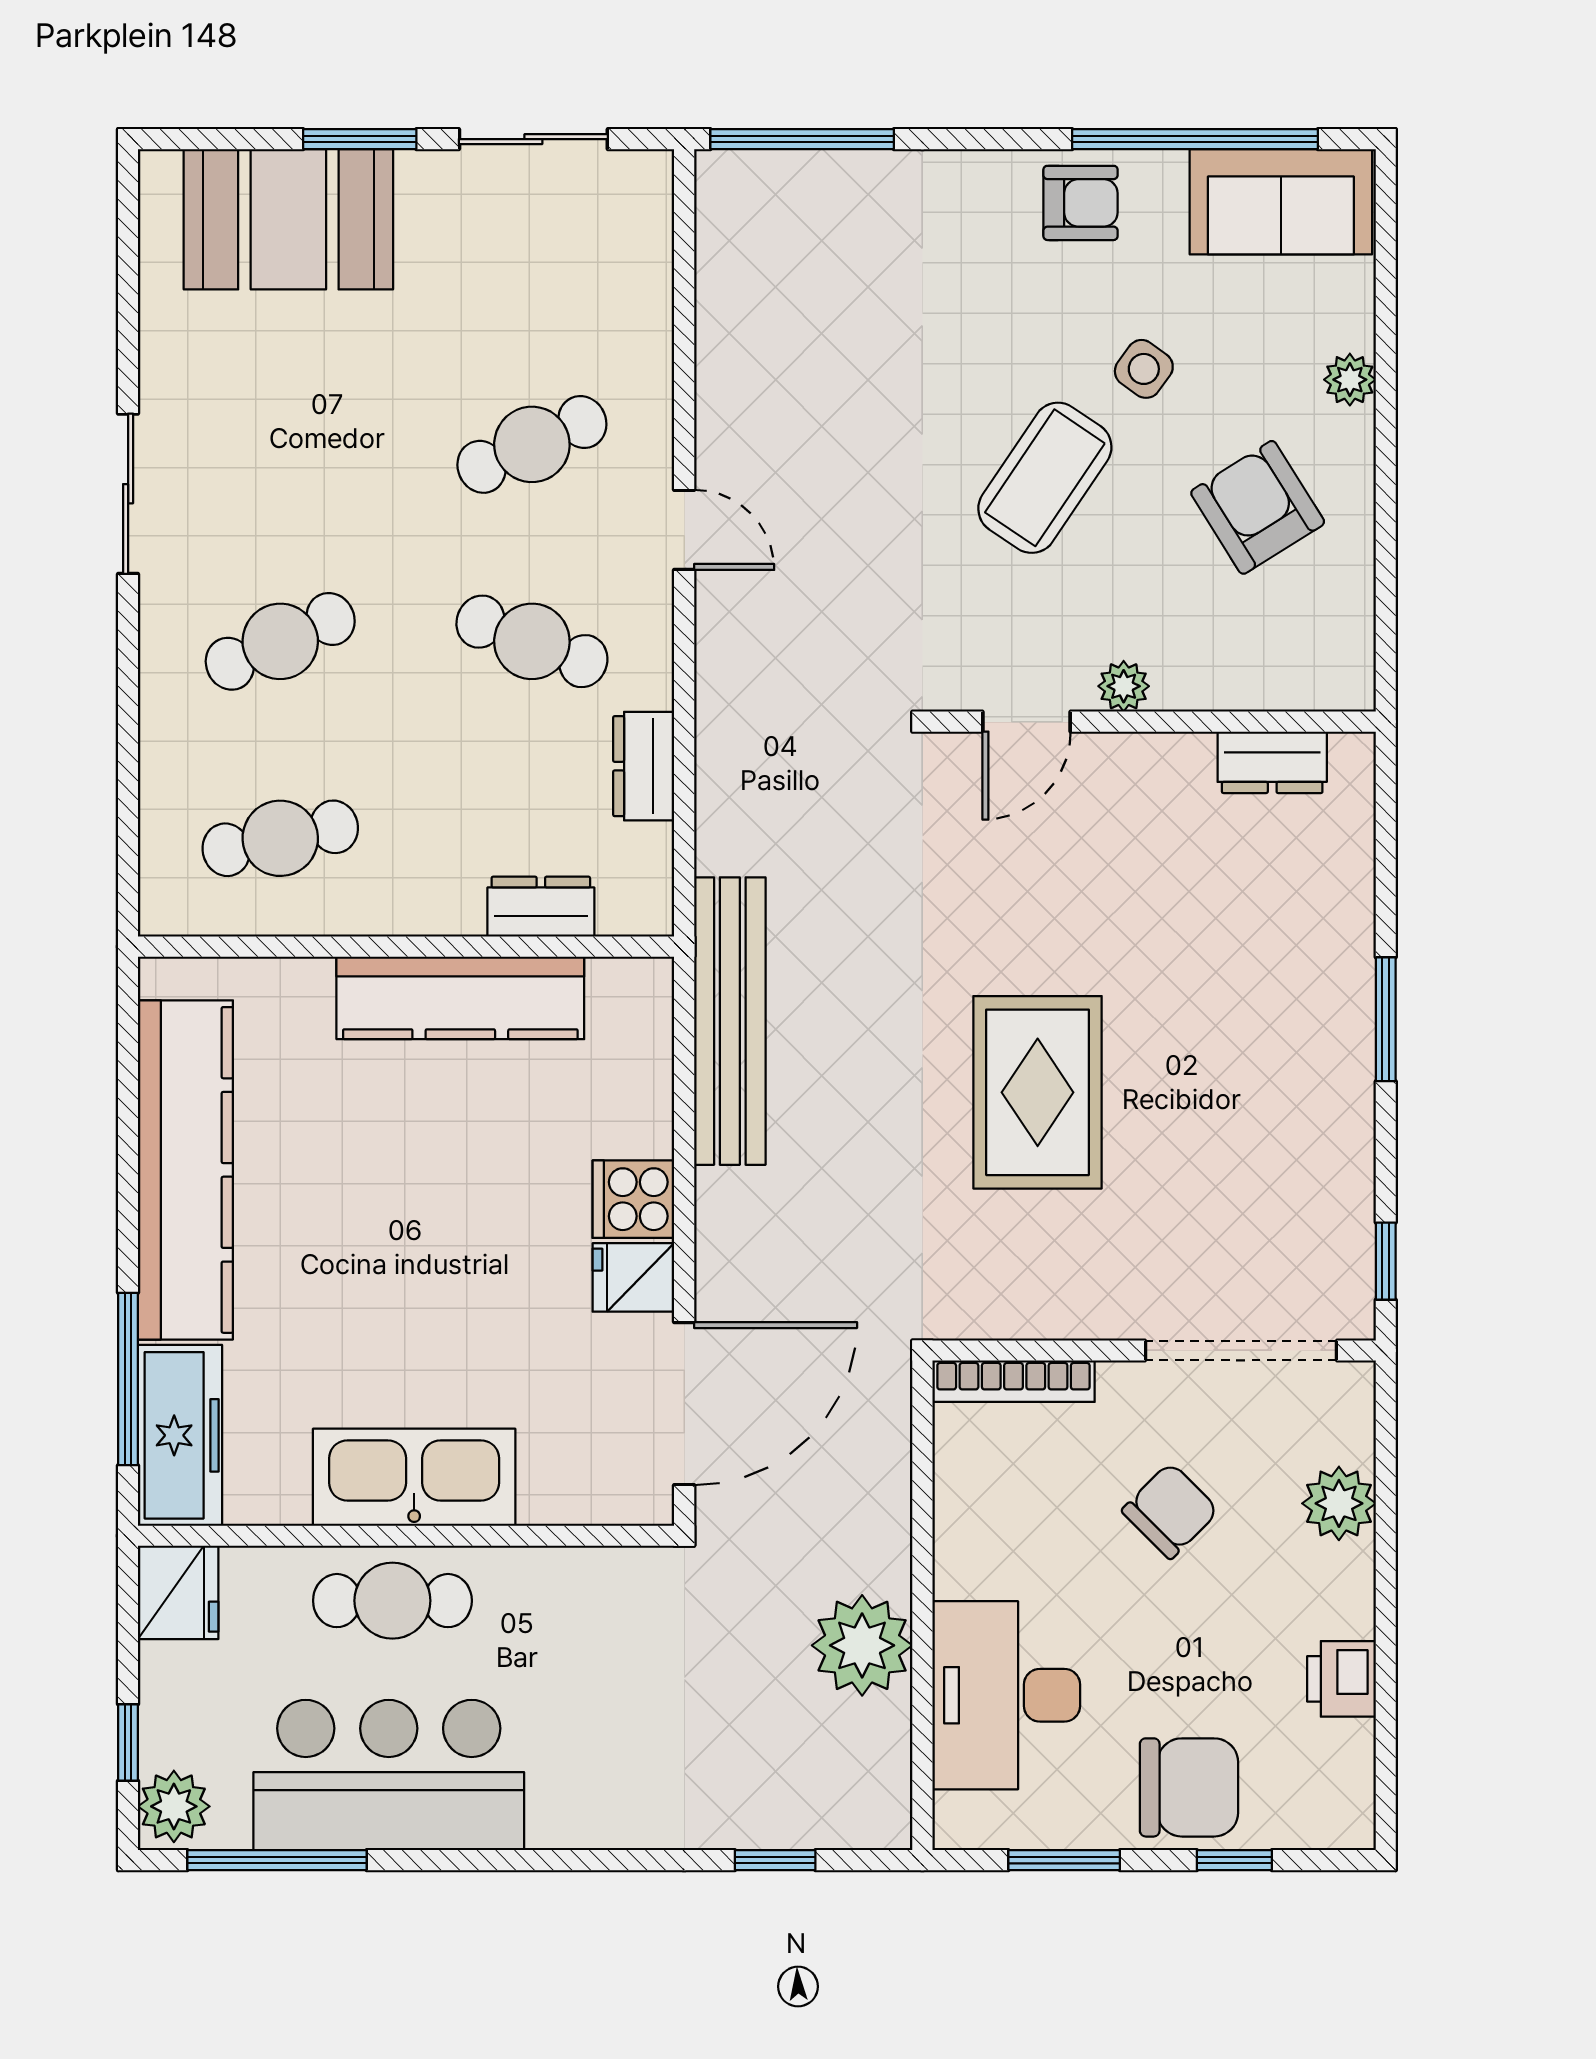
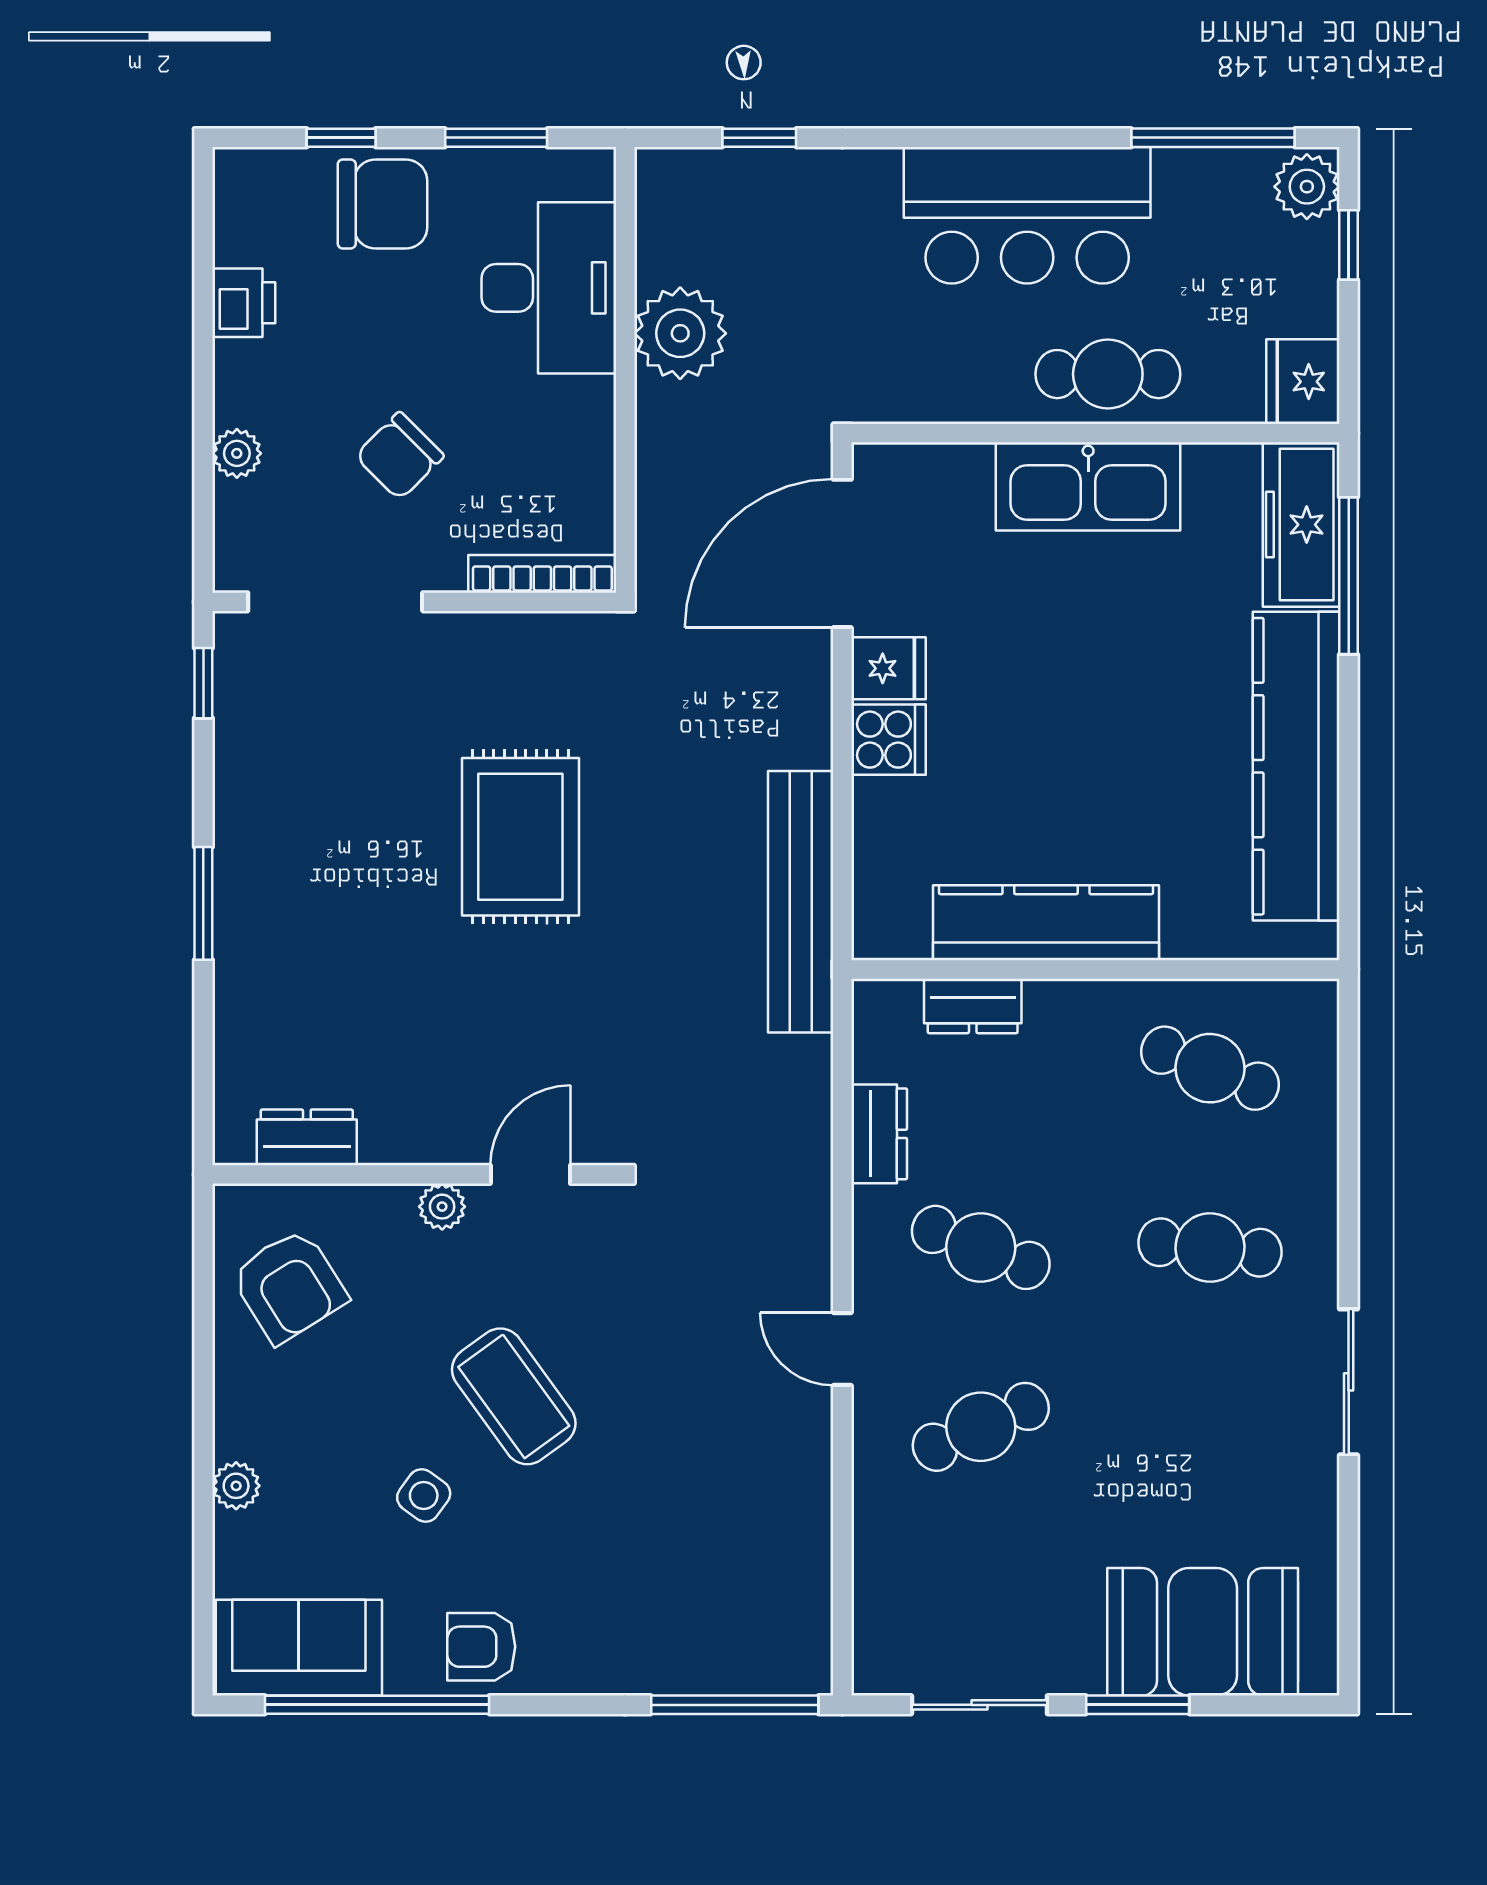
coffee table: (1045, 478) -> (514, 1396), turned -70
armchair: (1258, 507) -> (289, 1286), moved
cafe table: (280, 641) -> (1210, 1247), turned 30
cafe table: (280, 838) -> (1210, 1068), turned 33
plant: (1339, 1503) -> (237, 453), width x0.73, depth x0.73
bar counter: (389, 1775) -> (1027, 215), moved
chair: (1189, 1787) -> (382, 204), turned 180

